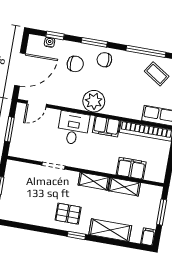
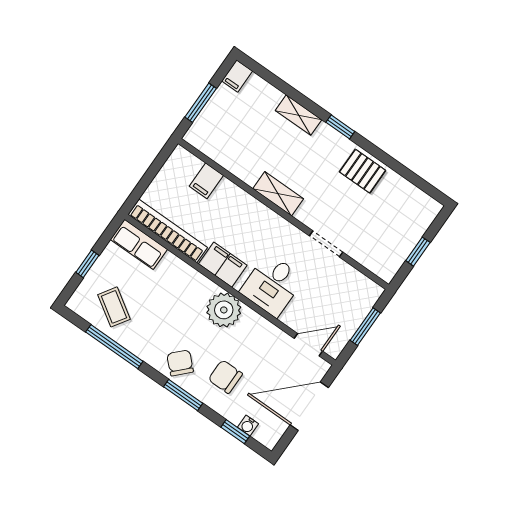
chair: (104, 60) -> (180, 363), turned -136
filing cabinet: (131, 168) -> (206, 181), width x0.50
shelving: (124, 187) -> (238, 165), removed
pallet: (68, 214) -> (363, 171), moved
shelving: (110, 230) -> (298, 115), width x0.67, depth x0.75

